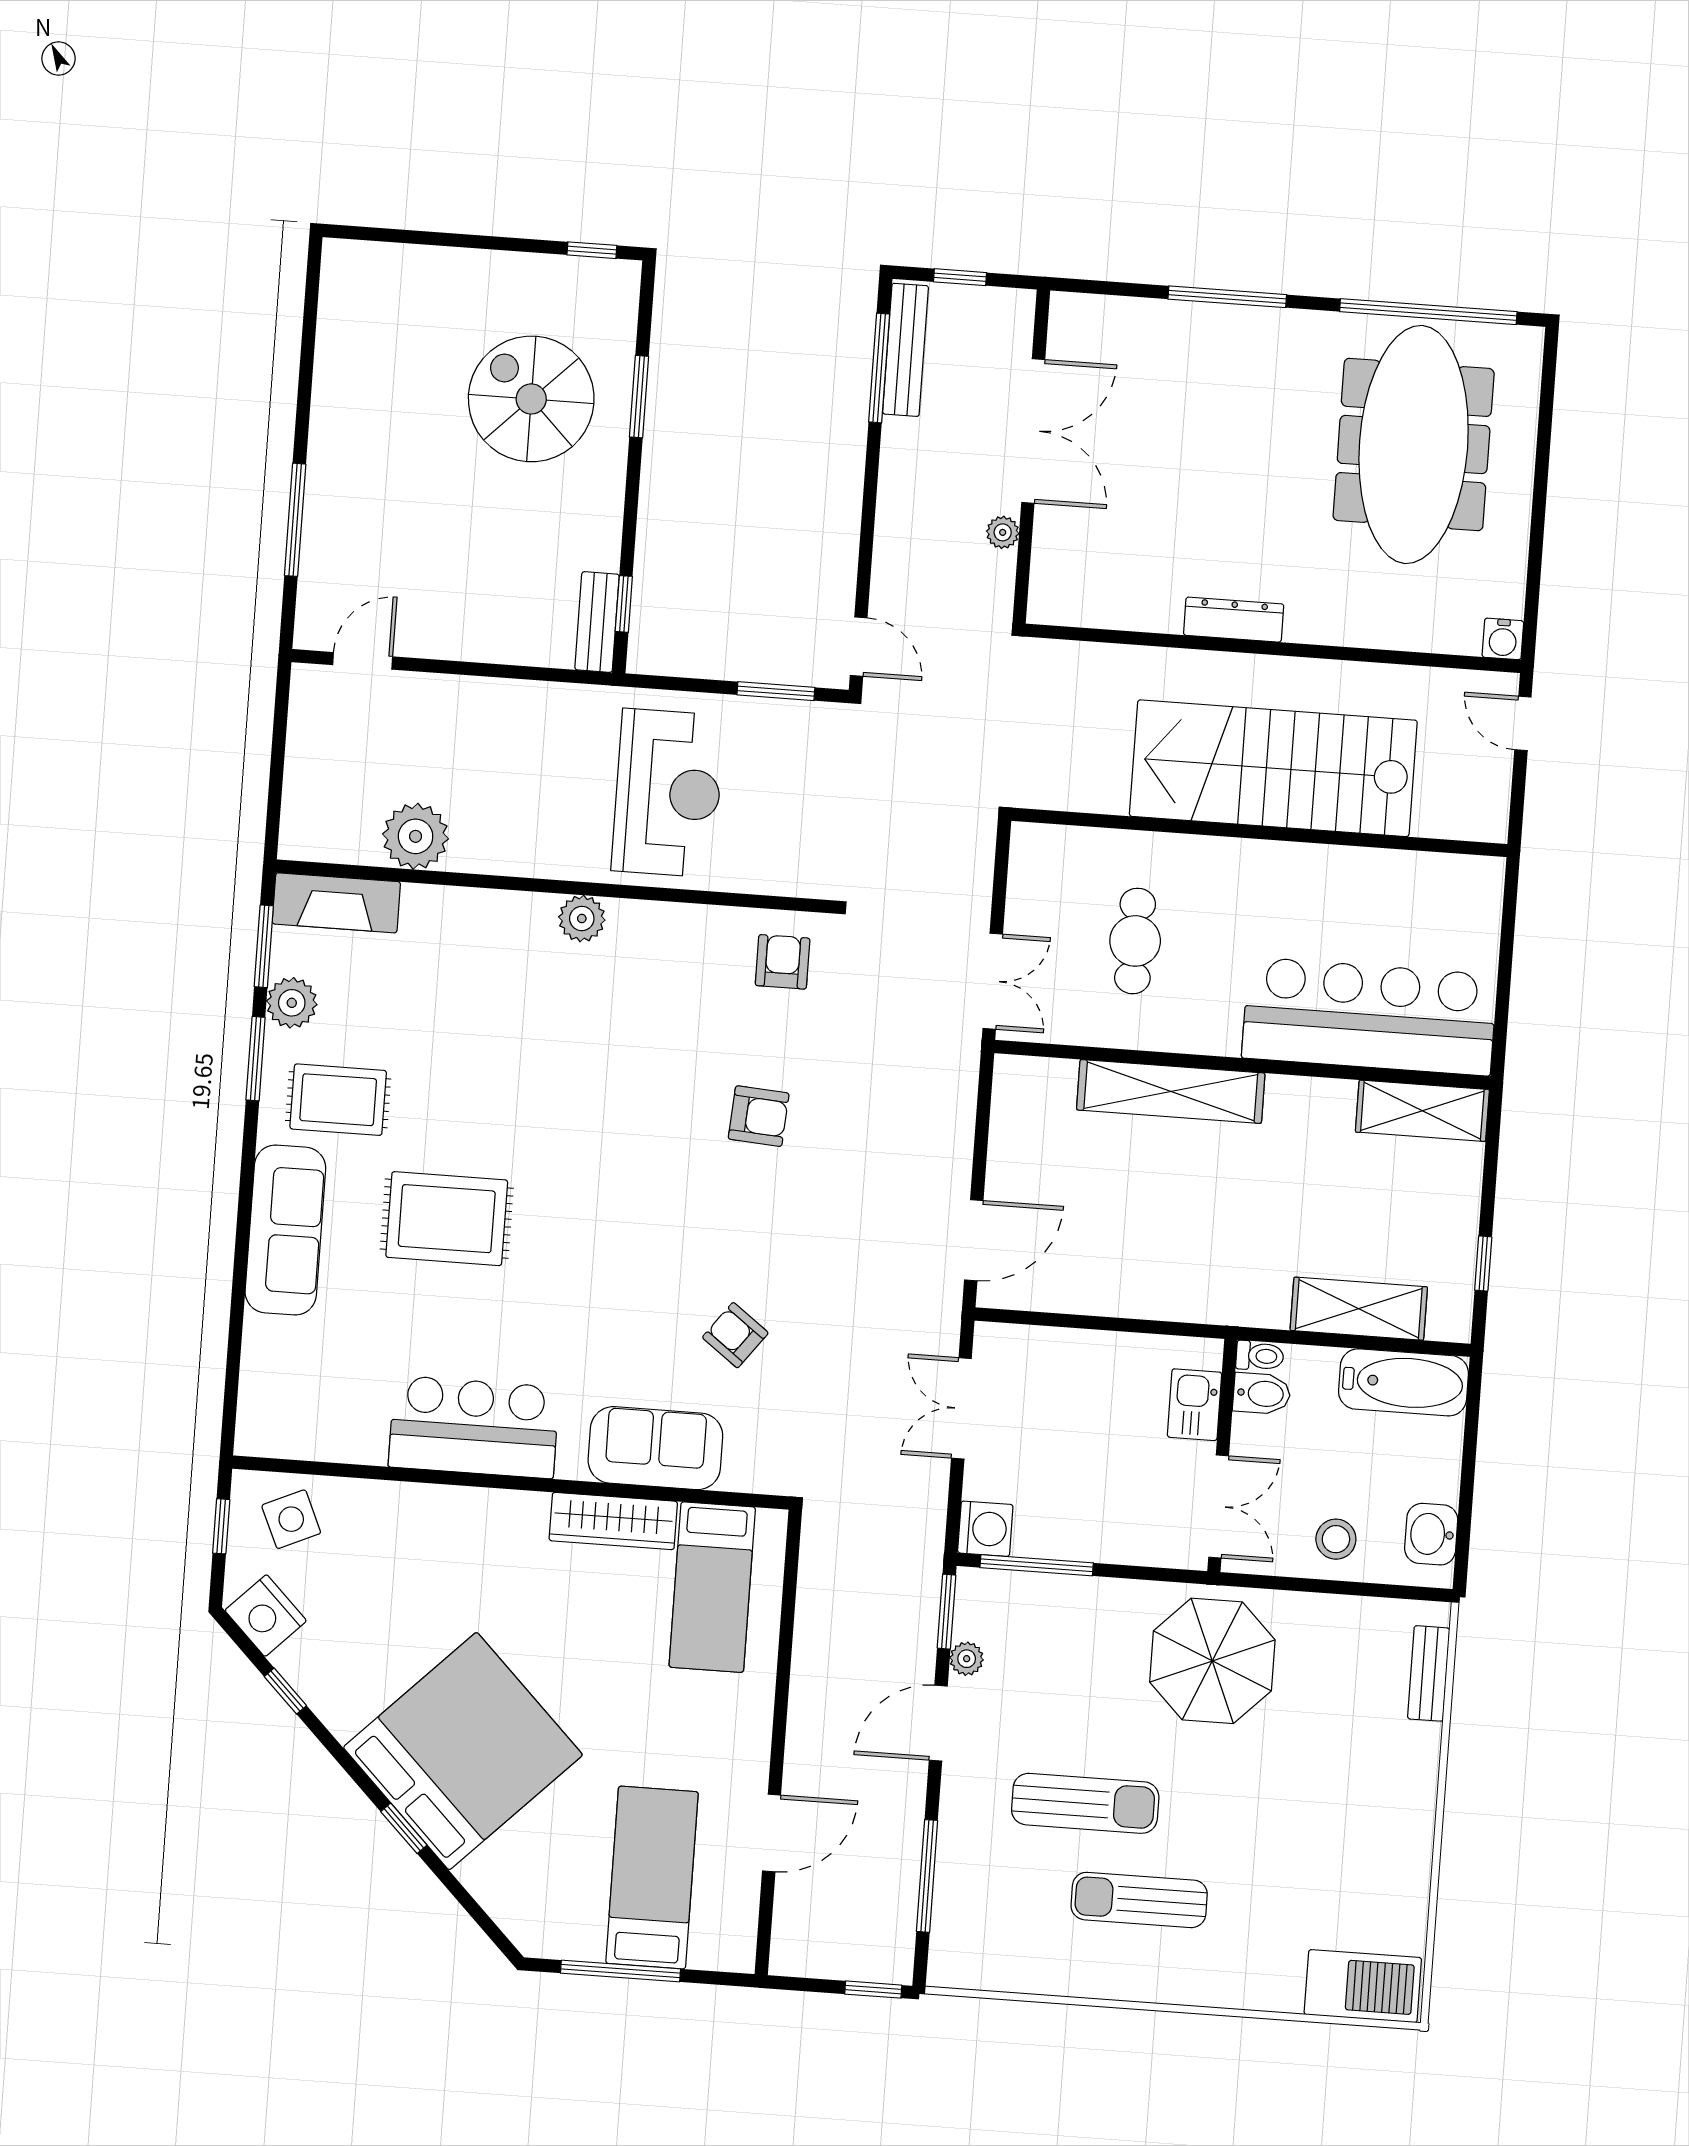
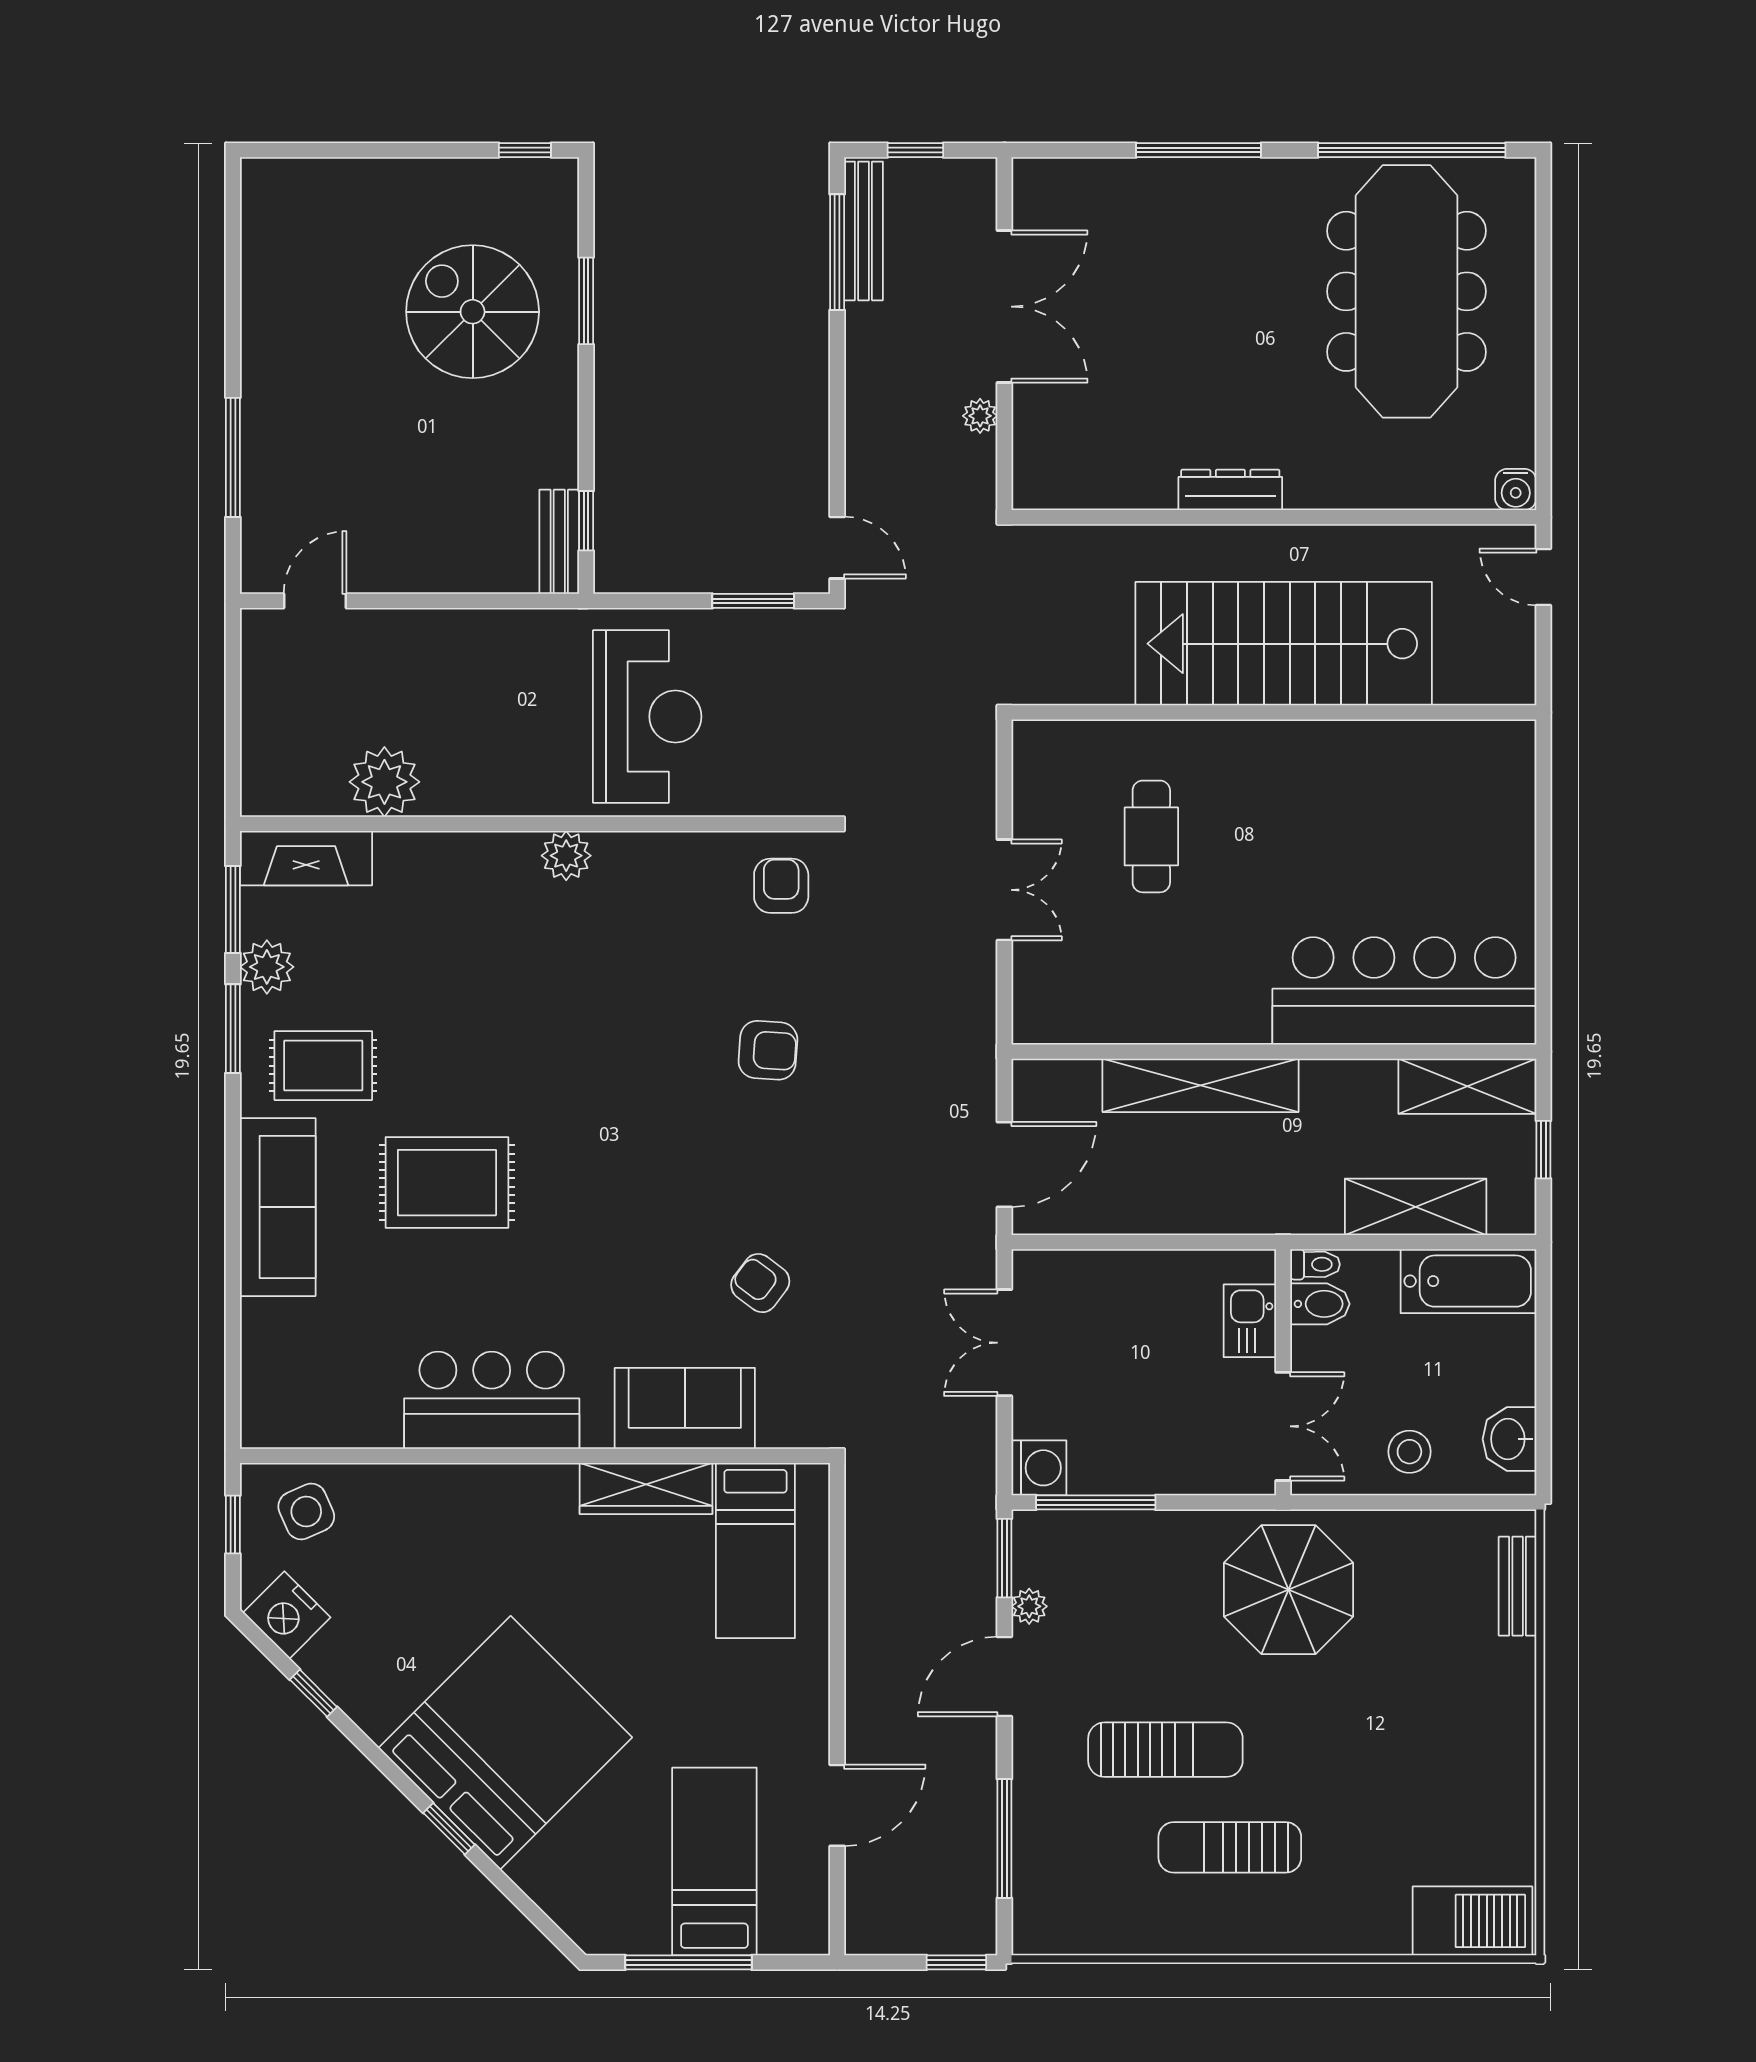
bar counter: (1369, 1016) -> (1404, 991), moved
wall: (1242, 1065) -> (1274, 1052), moved
shelving: (1171, 1091) -> (1201, 1085), moved
shelving: (1422, 1111) -> (1467, 1086), moved

